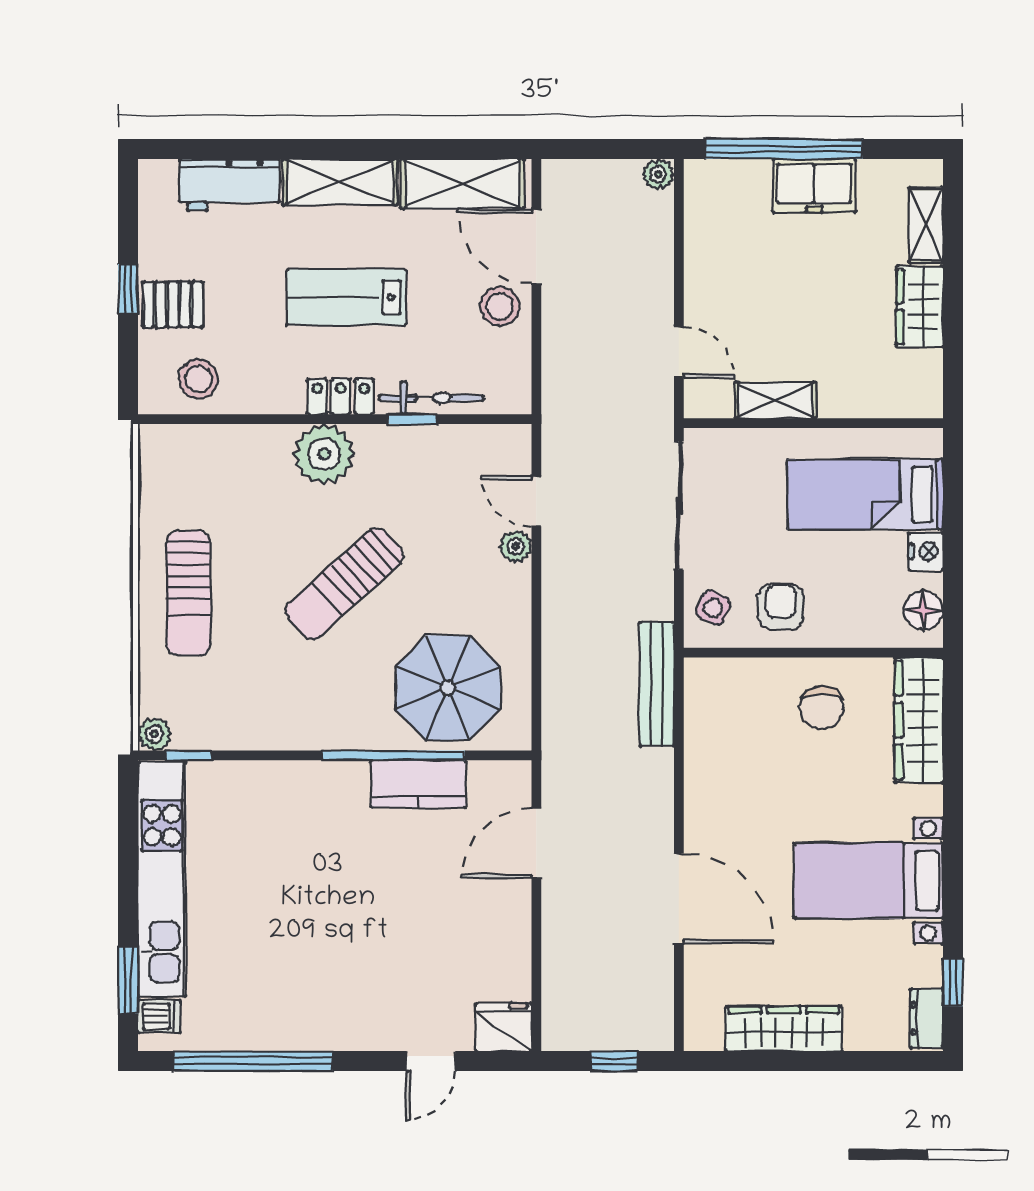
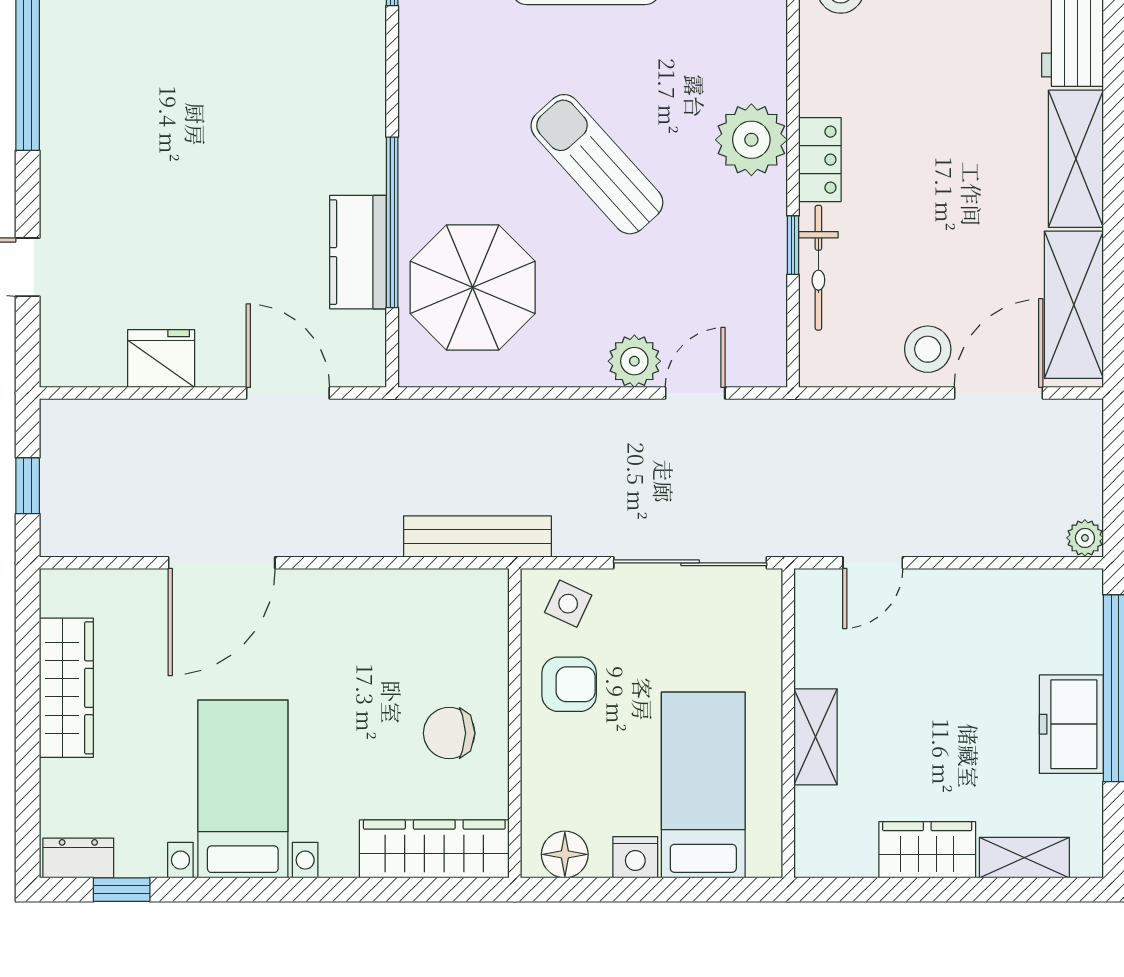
lab bench: (347, 297) -> (938, 167), removed
shelving: (775, 400) -> (816, 737), moved
plant: (516, 546) -> (634, 361), width x1.38, depth x1.38
fridge: (504, 1027) -> (161, 359), moved, turned -90

